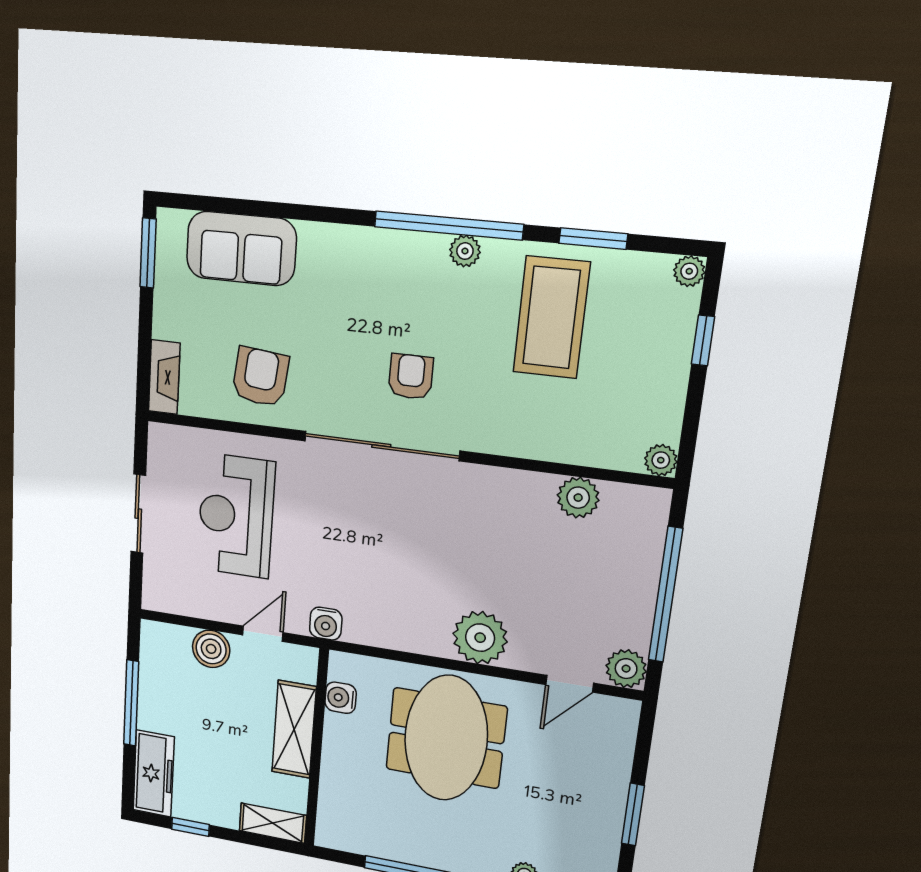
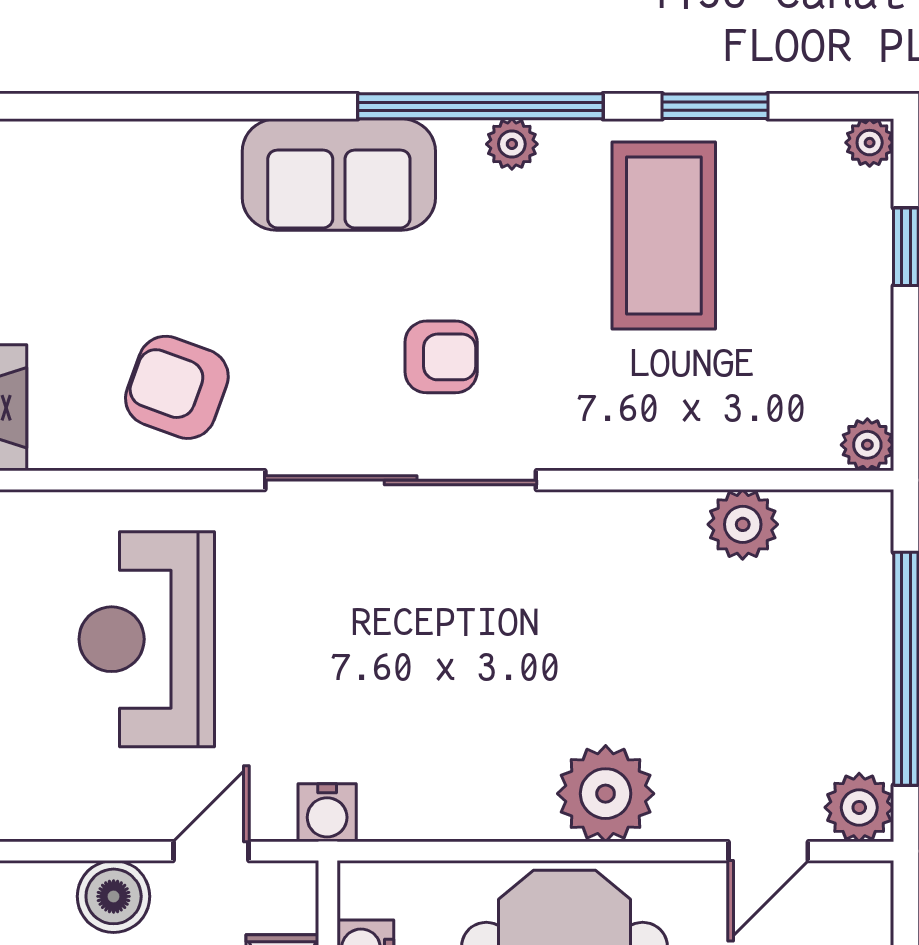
sofa: (241, 248) -> (339, 174), moved
armchair: (260, 377) -> (177, 387), turned -76
armchair: (411, 377) -> (441, 357), turned 90

